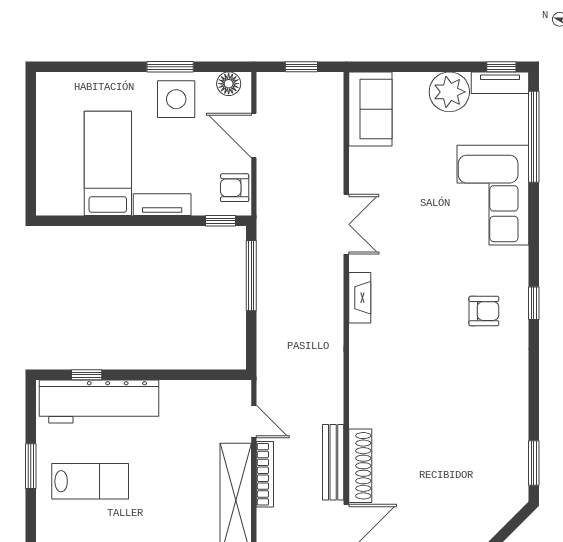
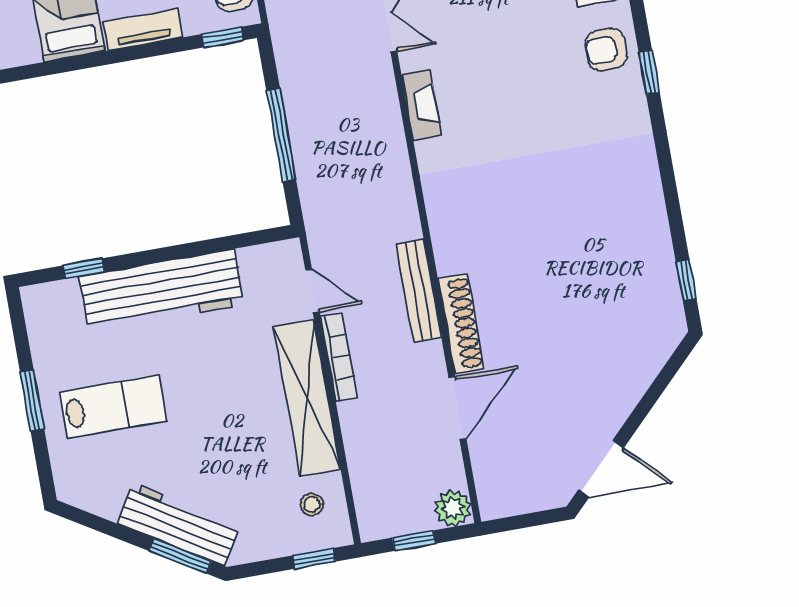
window: (251, 276) -> (281, 135), moved
armchair: (484, 311) -> (606, 50), moved, turned 180
workbench: (99, 401) -> (162, 291), moved
bench: (333, 462) -> (419, 291), moved
window: (534, 463) -> (686, 280), width x0.67

